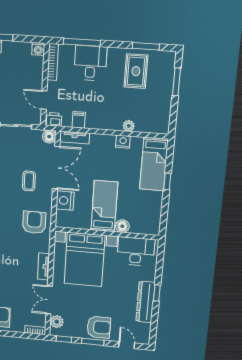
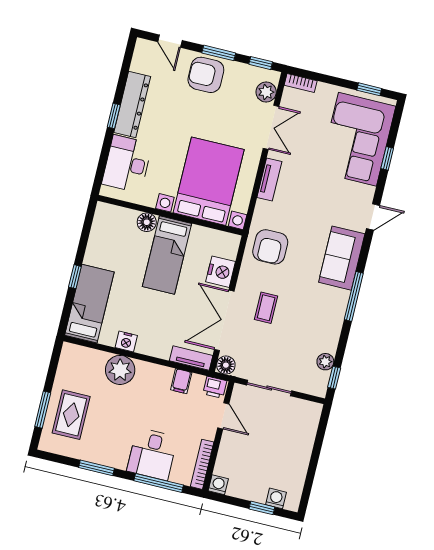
window: (146, 46) -> (96, 468), moved
rug: (136, 71) -> (71, 415), moved
plant: (129, 126) -> (120, 370), width x1.87, depth x1.87
desk: (136, 251) -> (127, 164), moved, turned 90

